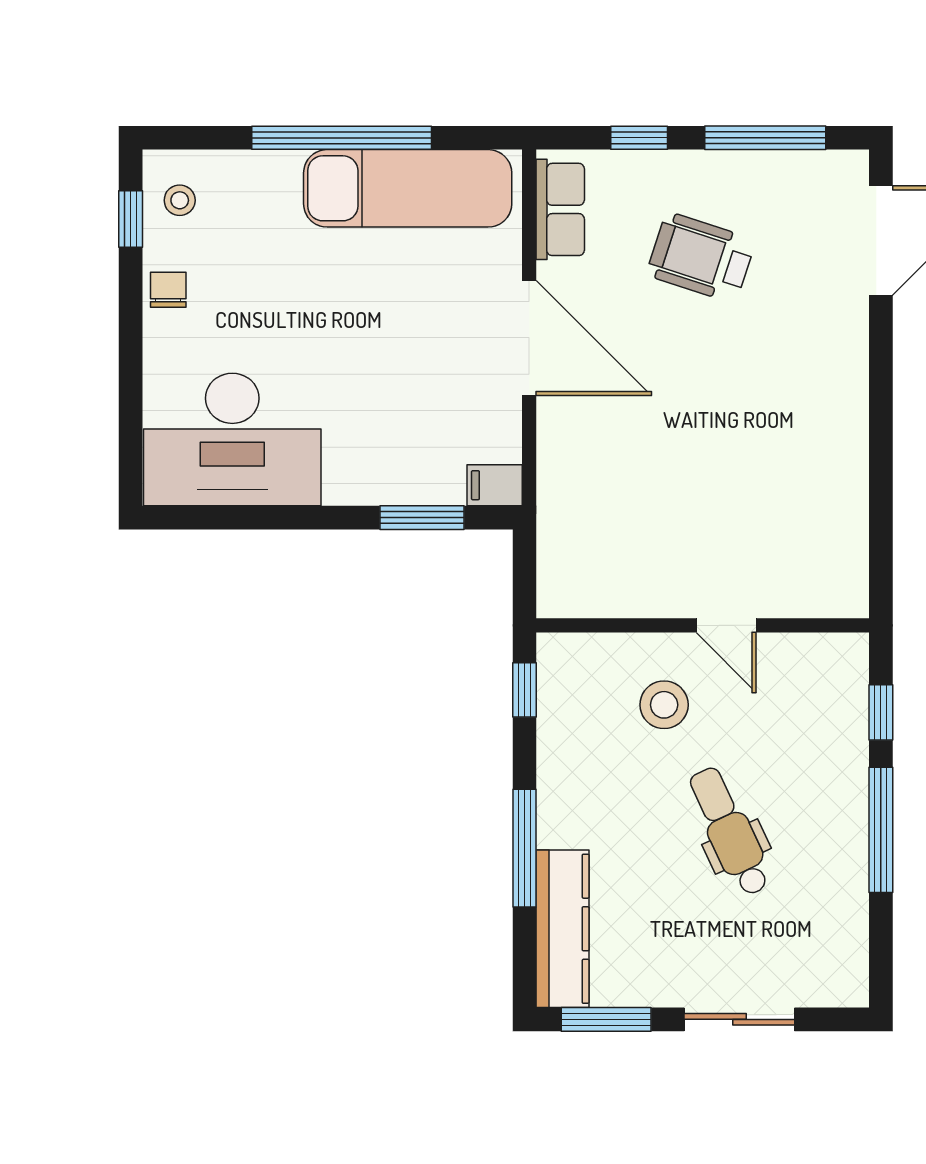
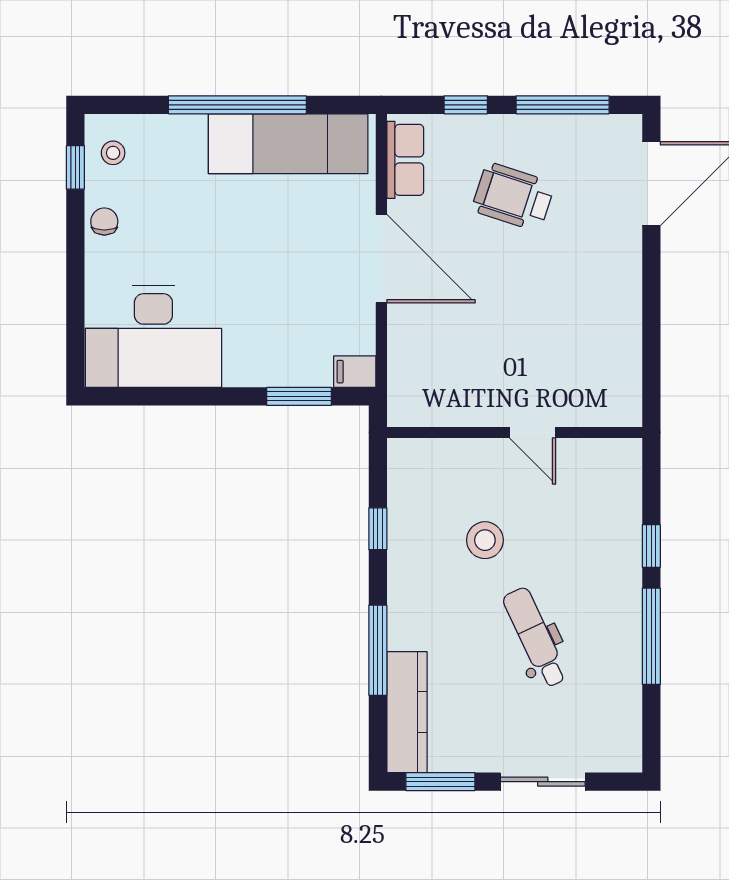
wall: (703, 625) -> (515, 432), moved
door: (726, 625) -> (533, 432), moved

